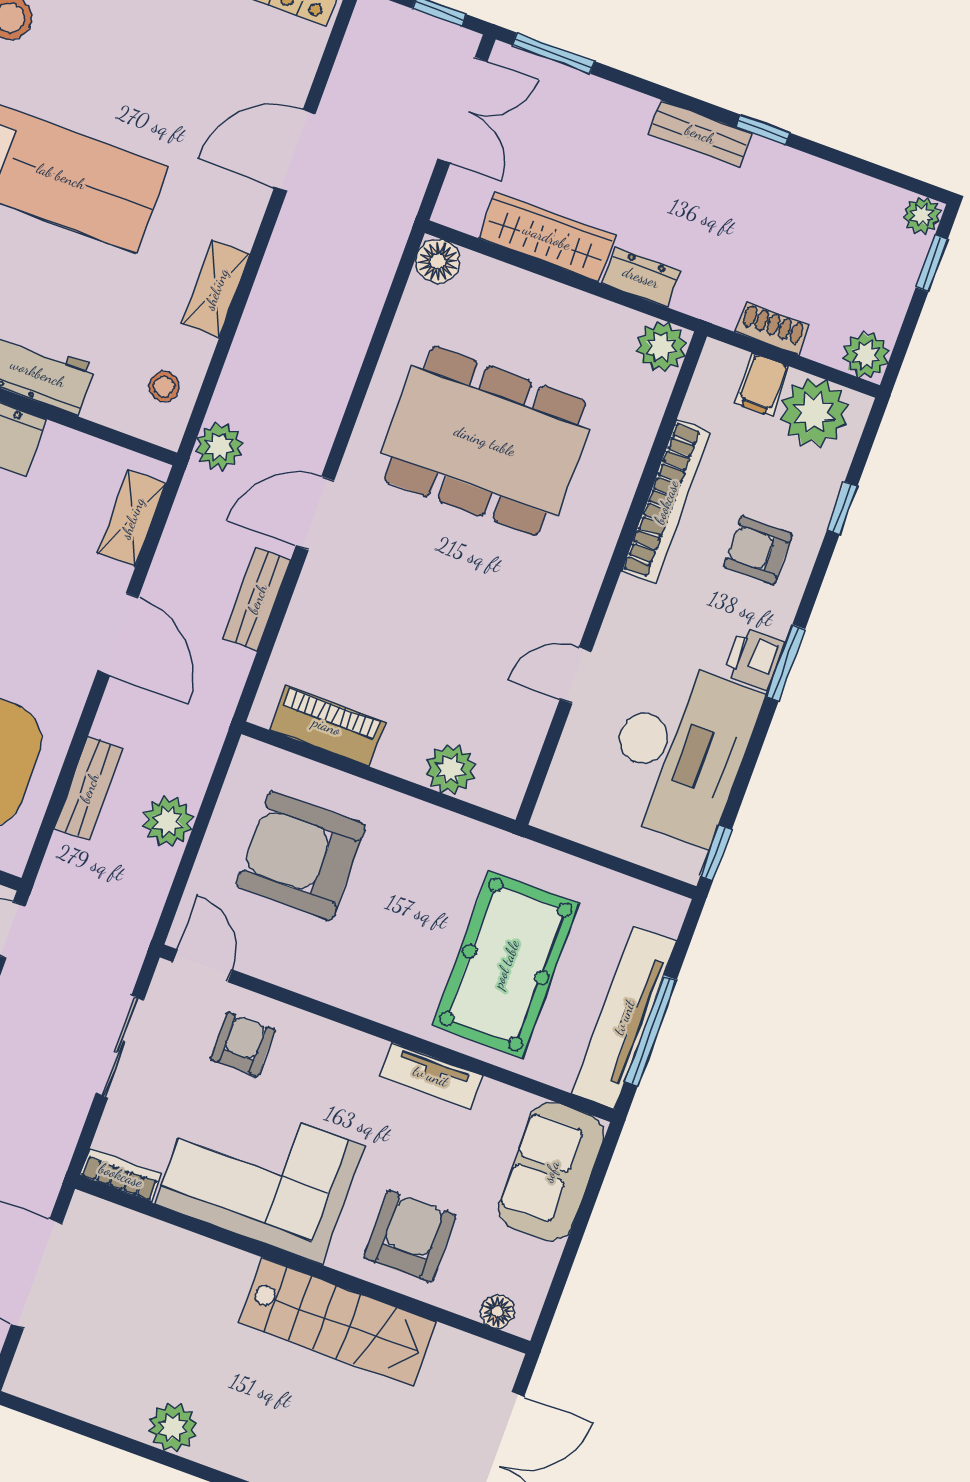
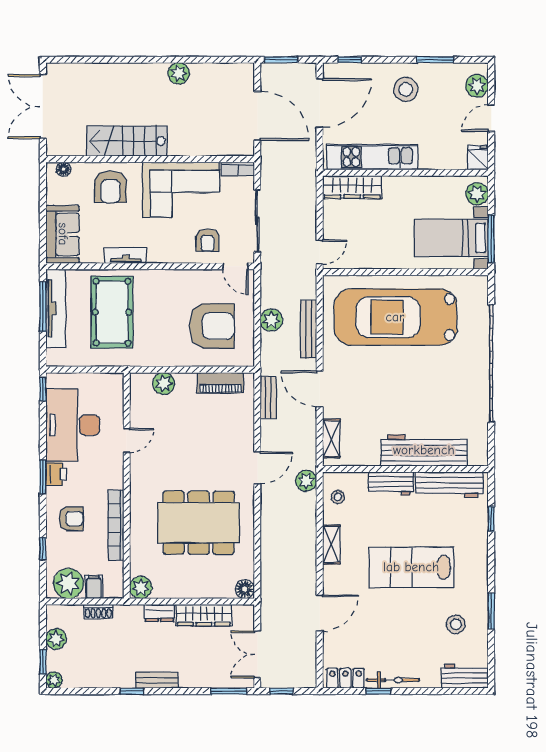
plant: (866, 355) -> (56, 639), moved
bench: (257, 599) -> (268, 397), moved
bench: (89, 788) -> (309, 329), width x1.36
sliding door: (120, 1047) -> (257, 221), width x1.37

